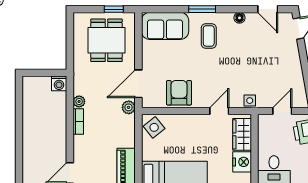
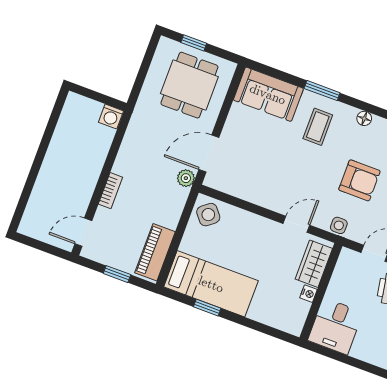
window: (114, 9) -> (194, 43), moved
armchair: (179, 93) -> (359, 180), moved, turned 90
plant: (79, 101) -> (127, 148), removed
bookcase: (78, 122) -> (110, 191), moved
nightstand: (242, 162) -> (308, 294), width x0.53, depth x0.56

